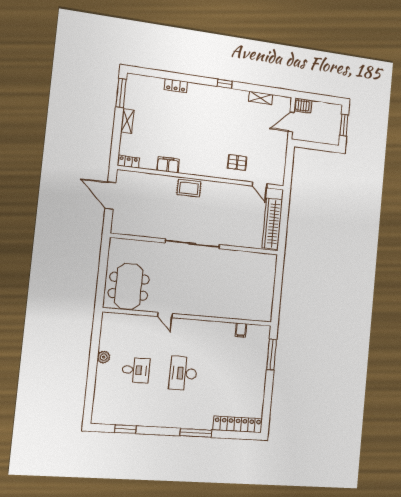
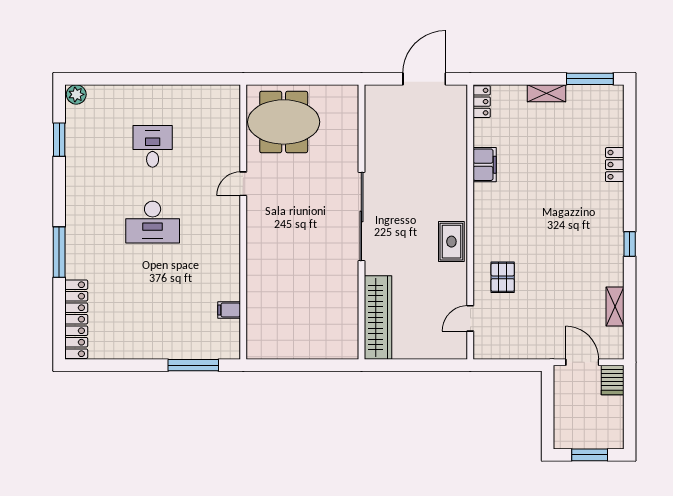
rug: (189, 188) -> (451, 242), moved
wardrobe: (272, 224) -> (378, 317), moved, turned 90
plant: (104, 357) -> (76, 94), moved
desk: (136, 370) -> (153, 146), turned 180
desk: (183, 373) -> (153, 222), turned 180

